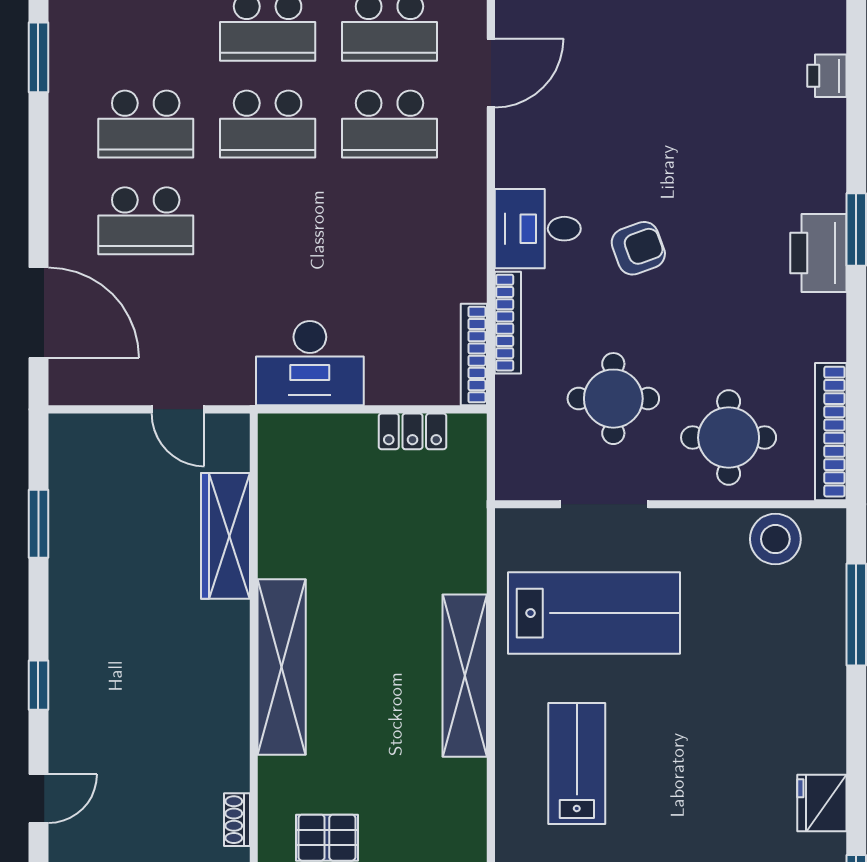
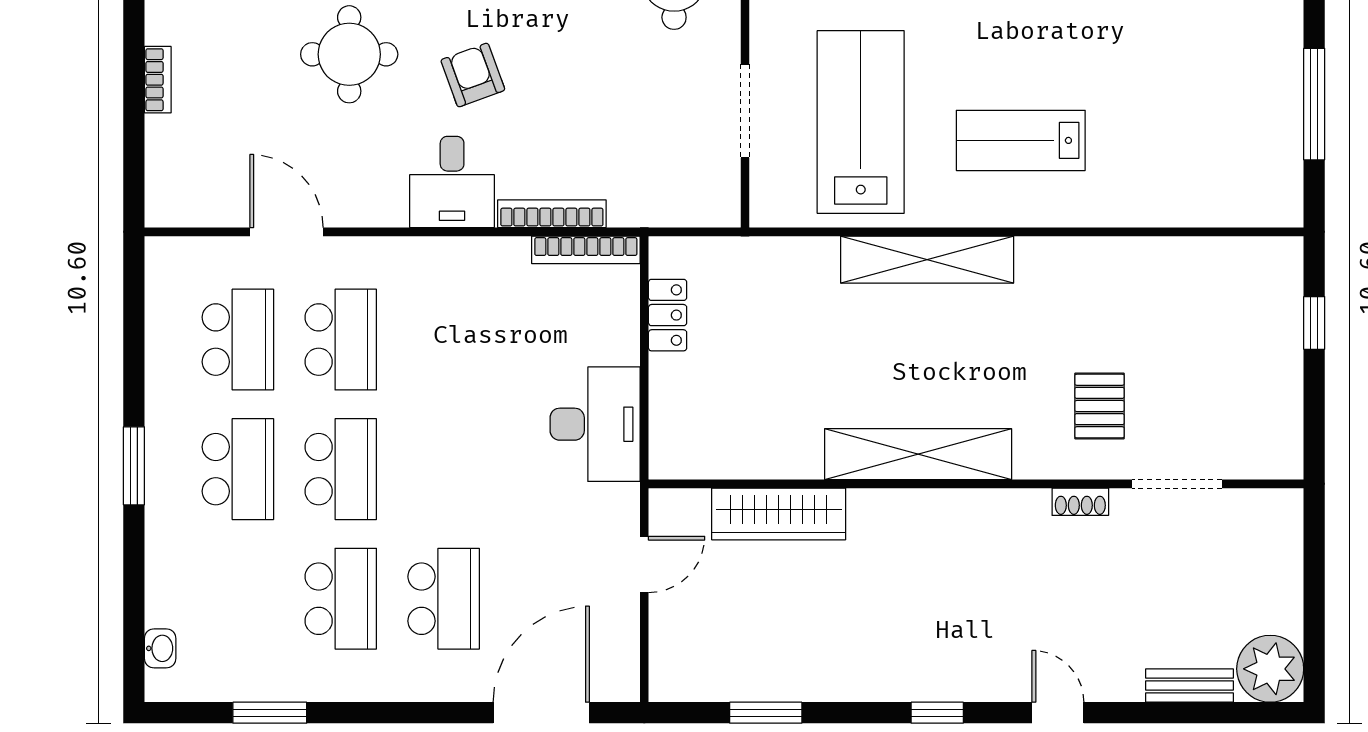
round table: (613, 399) -> (349, 54), moved

